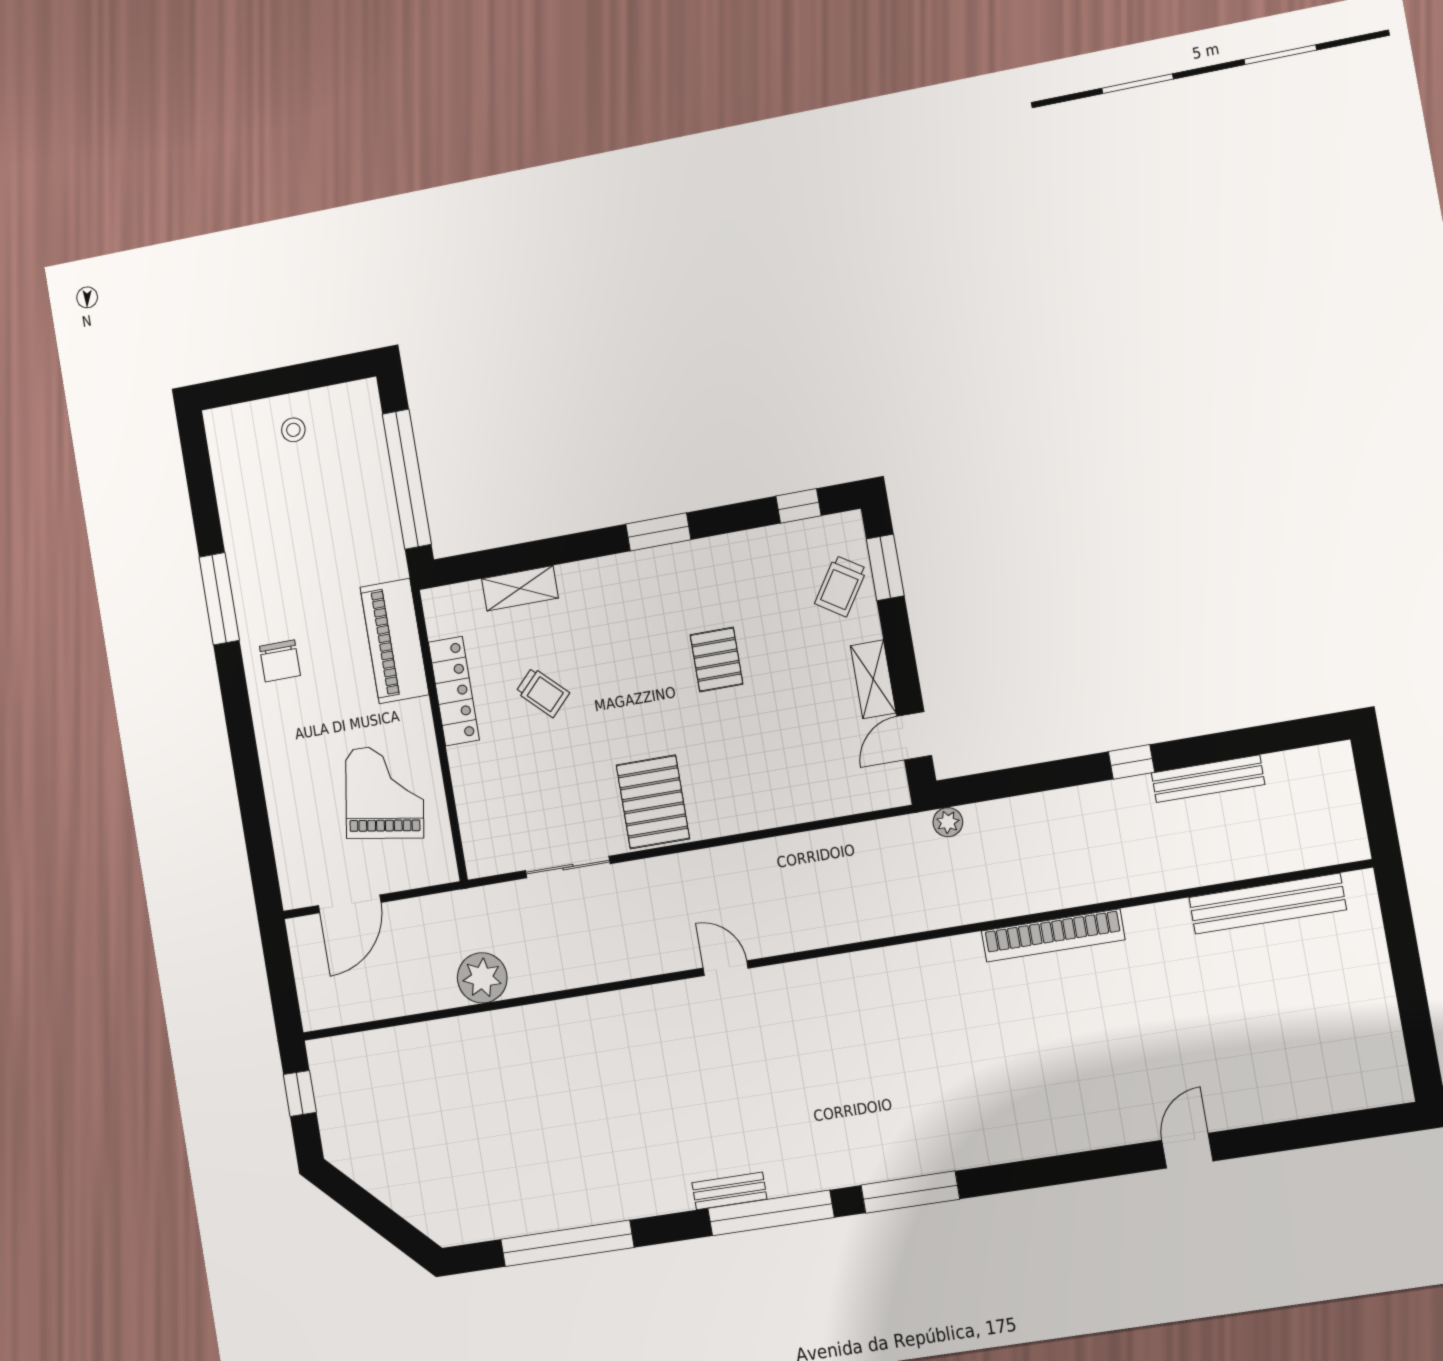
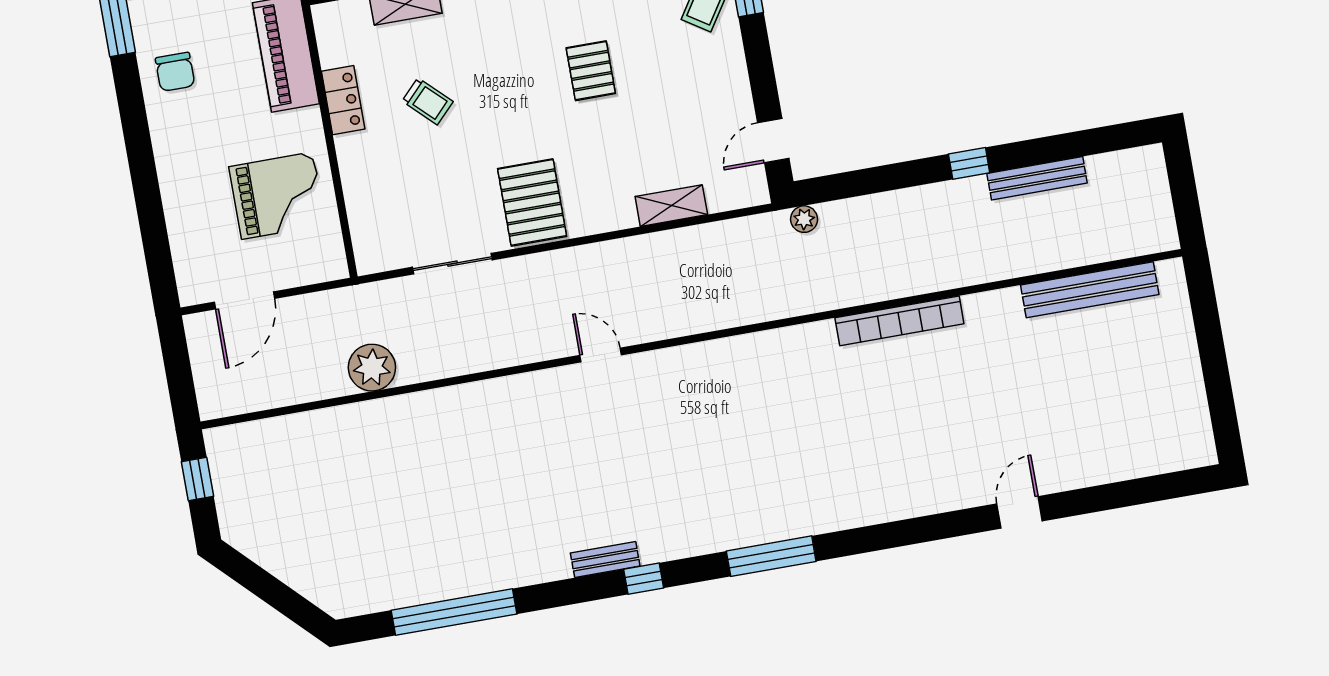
shelving: (873, 679) -> (671, 206), moved, turned 90
locker: (454, 691) -> (343, 100), width x0.66
grand piano: (385, 793) -> (277, 196), turned 81
window: (771, 1213) -> (644, 579), width x0.32

